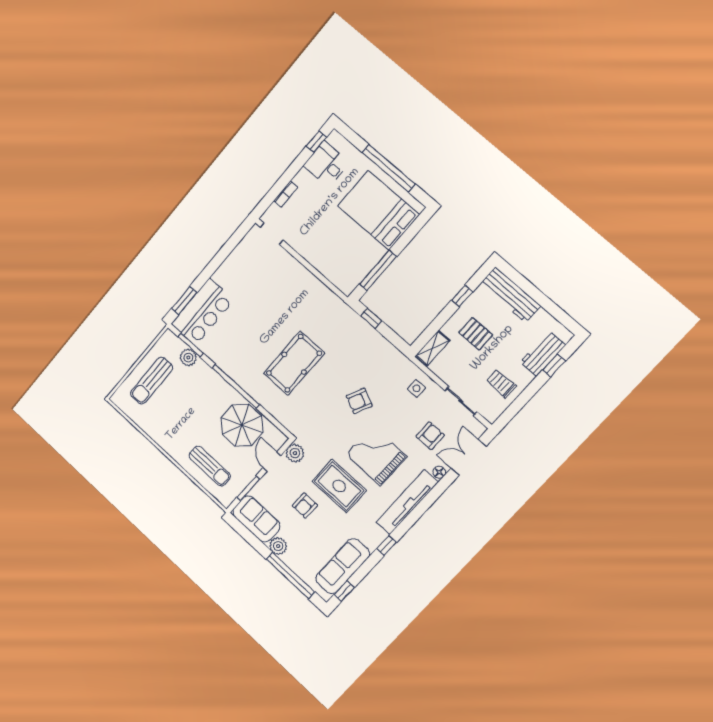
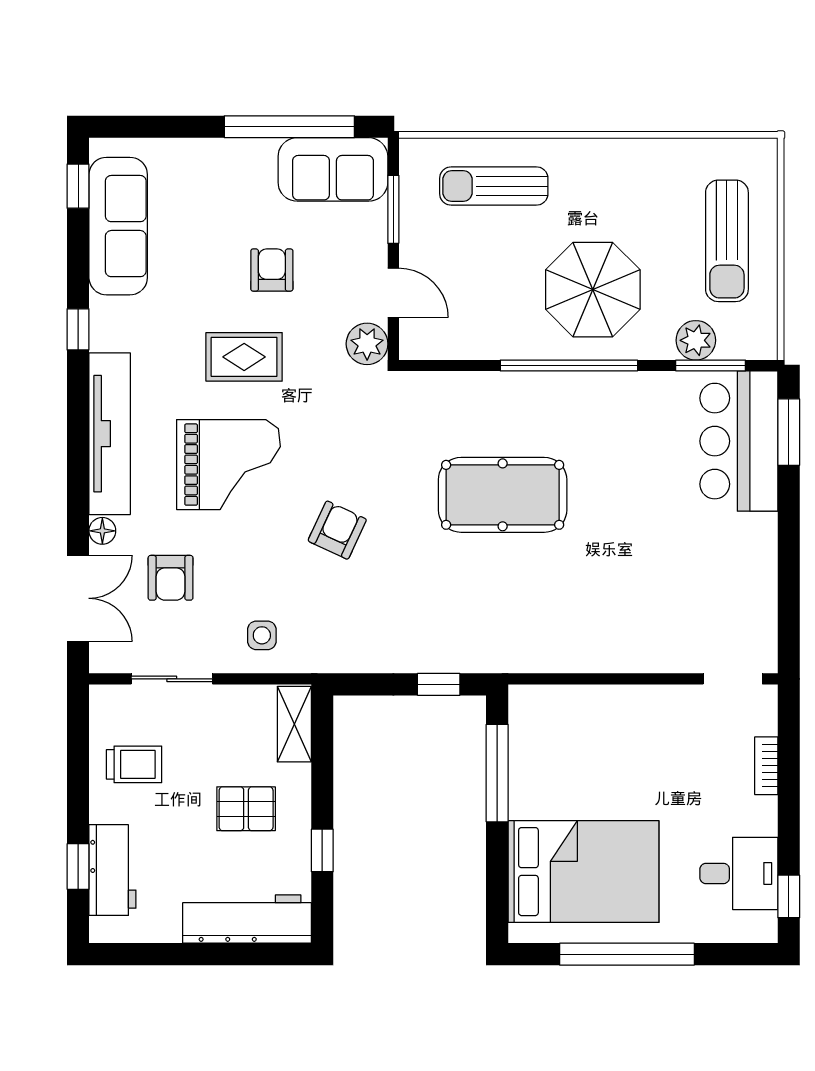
pool table: (294, 363) -> (503, 495), turned 90
sun lounger: (152, 381) -> (727, 241), turned 180
parasol: (242, 425) -> (593, 290), moved
rug: (339, 486) -> (244, 357), width x0.73, depth x0.70
plant: (278, 546) -> (255, 158), removed
window: (290, 576) -> (289, 127), moved

